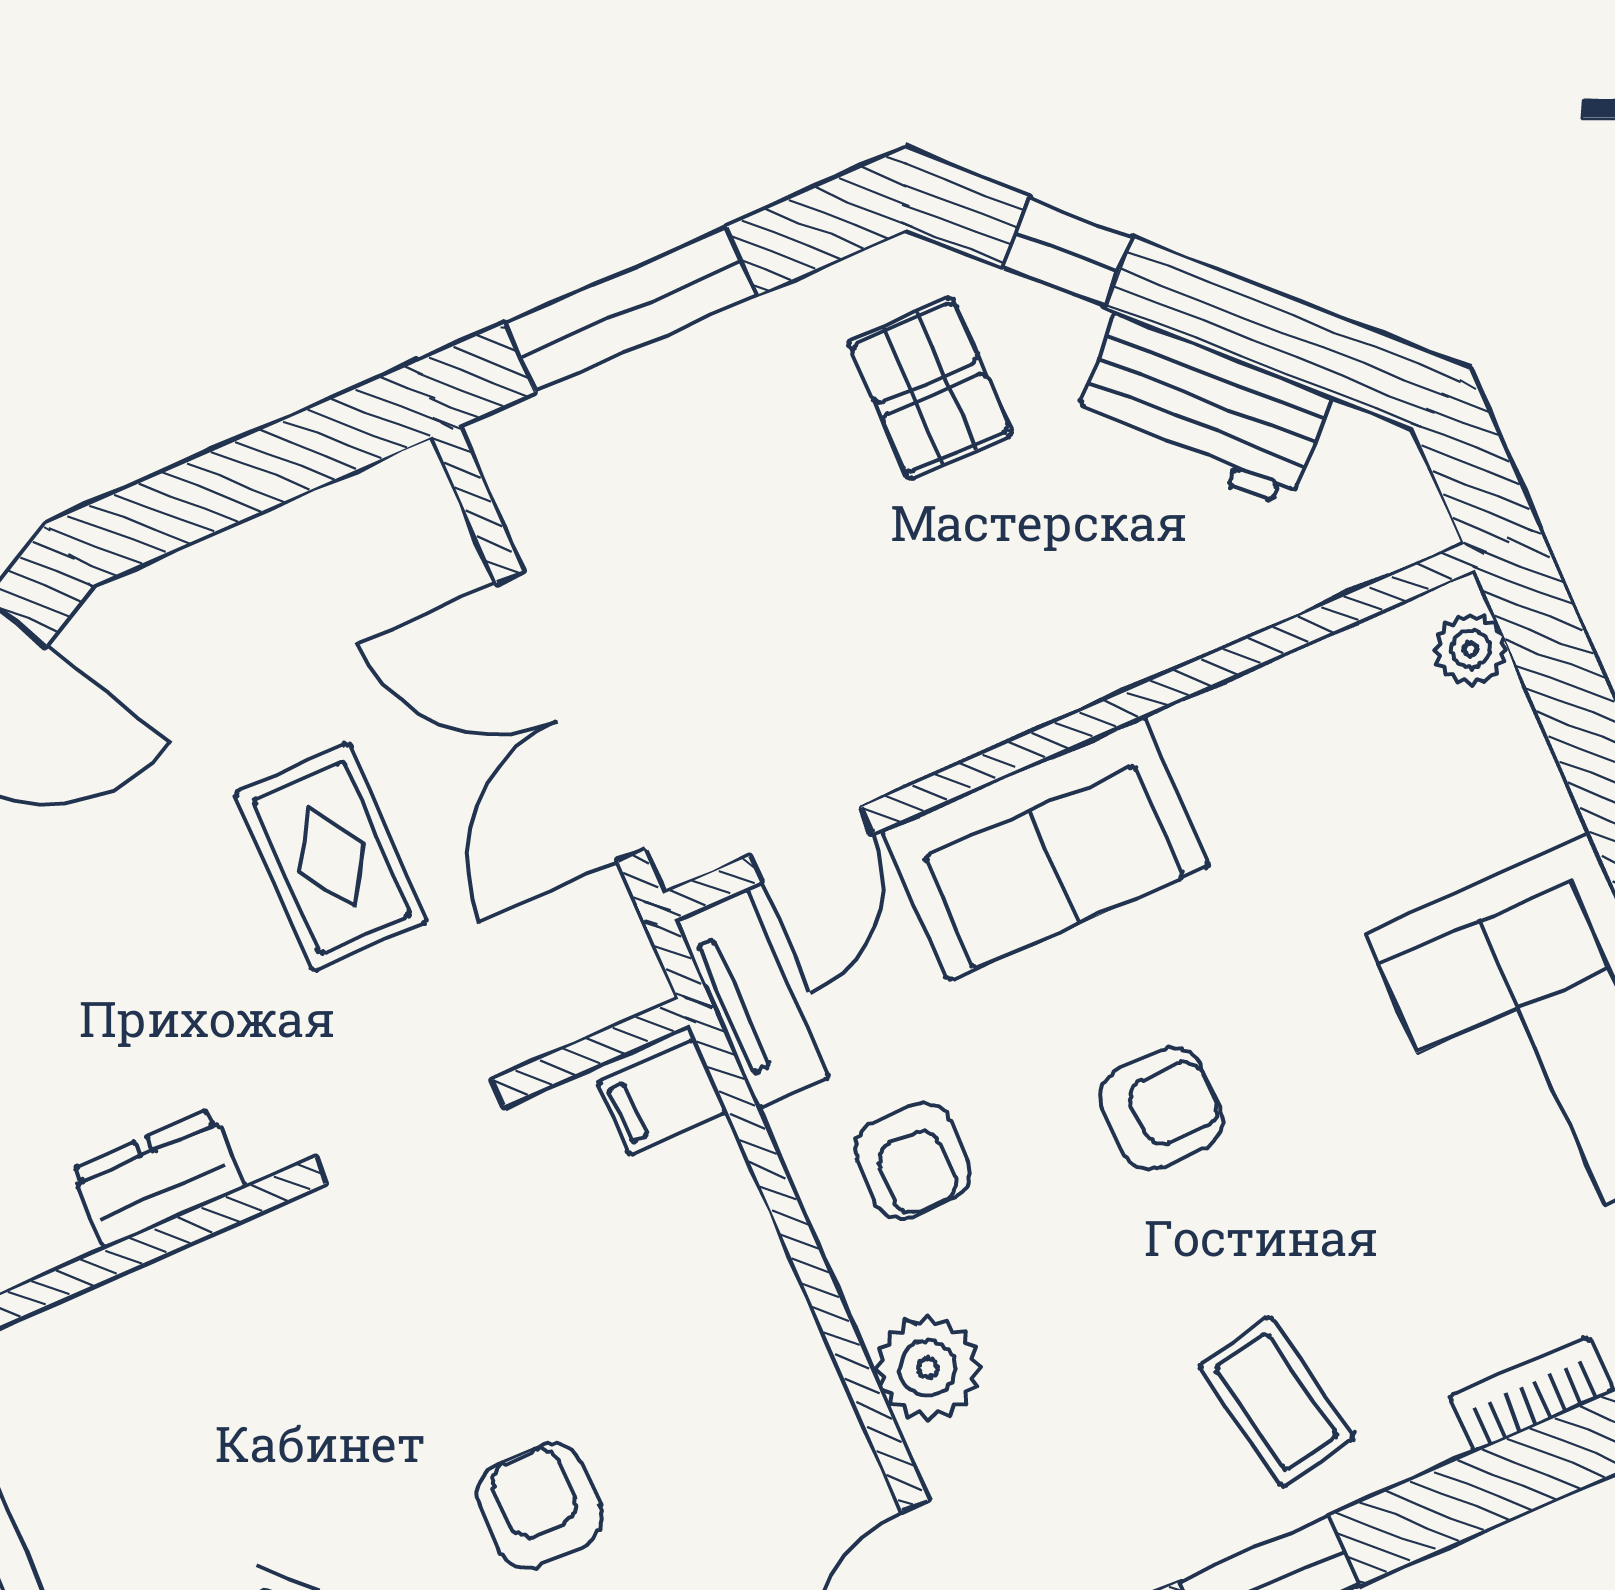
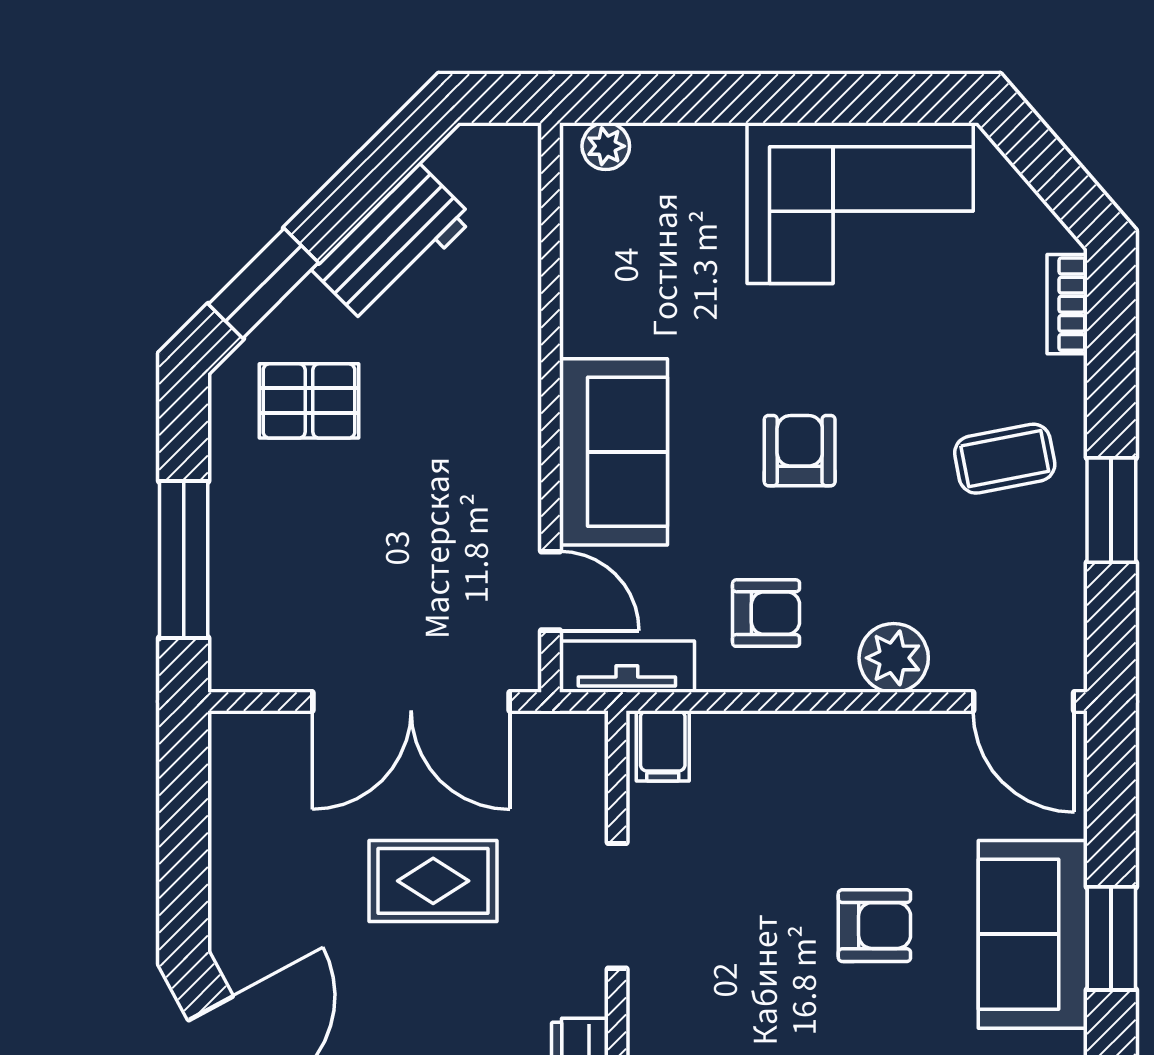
window: (1067, 252) -> (263, 283), width x1.50
armchair: (540, 1505) -> (874, 926), turned 180

